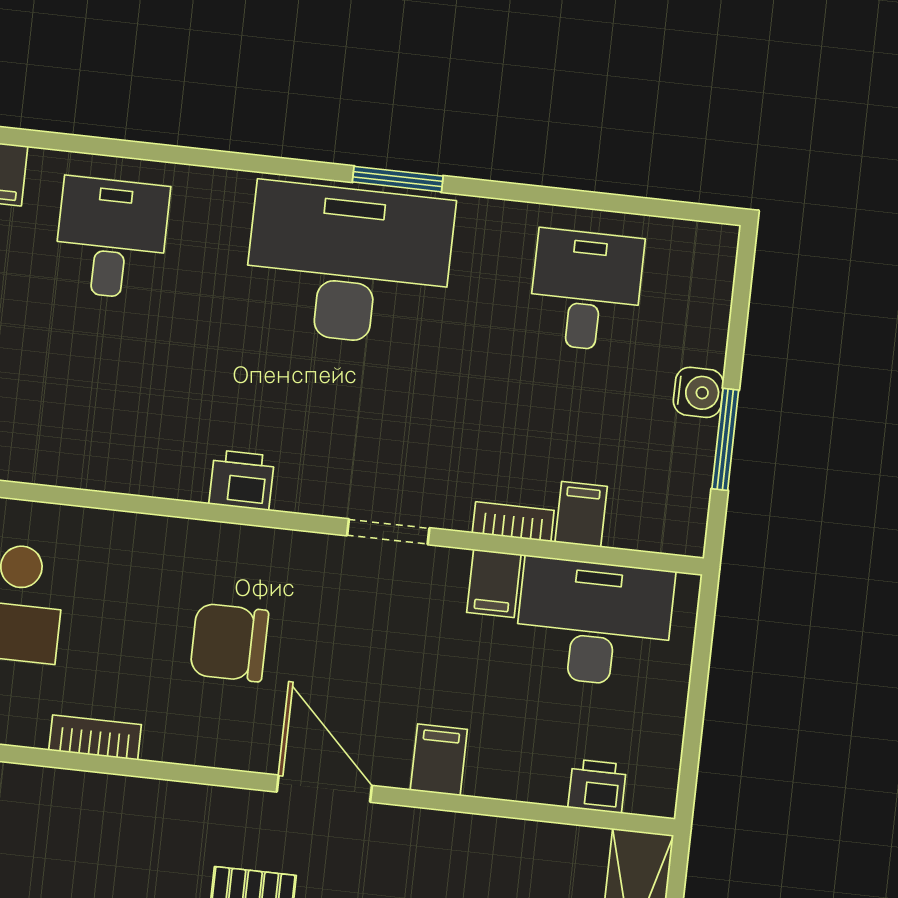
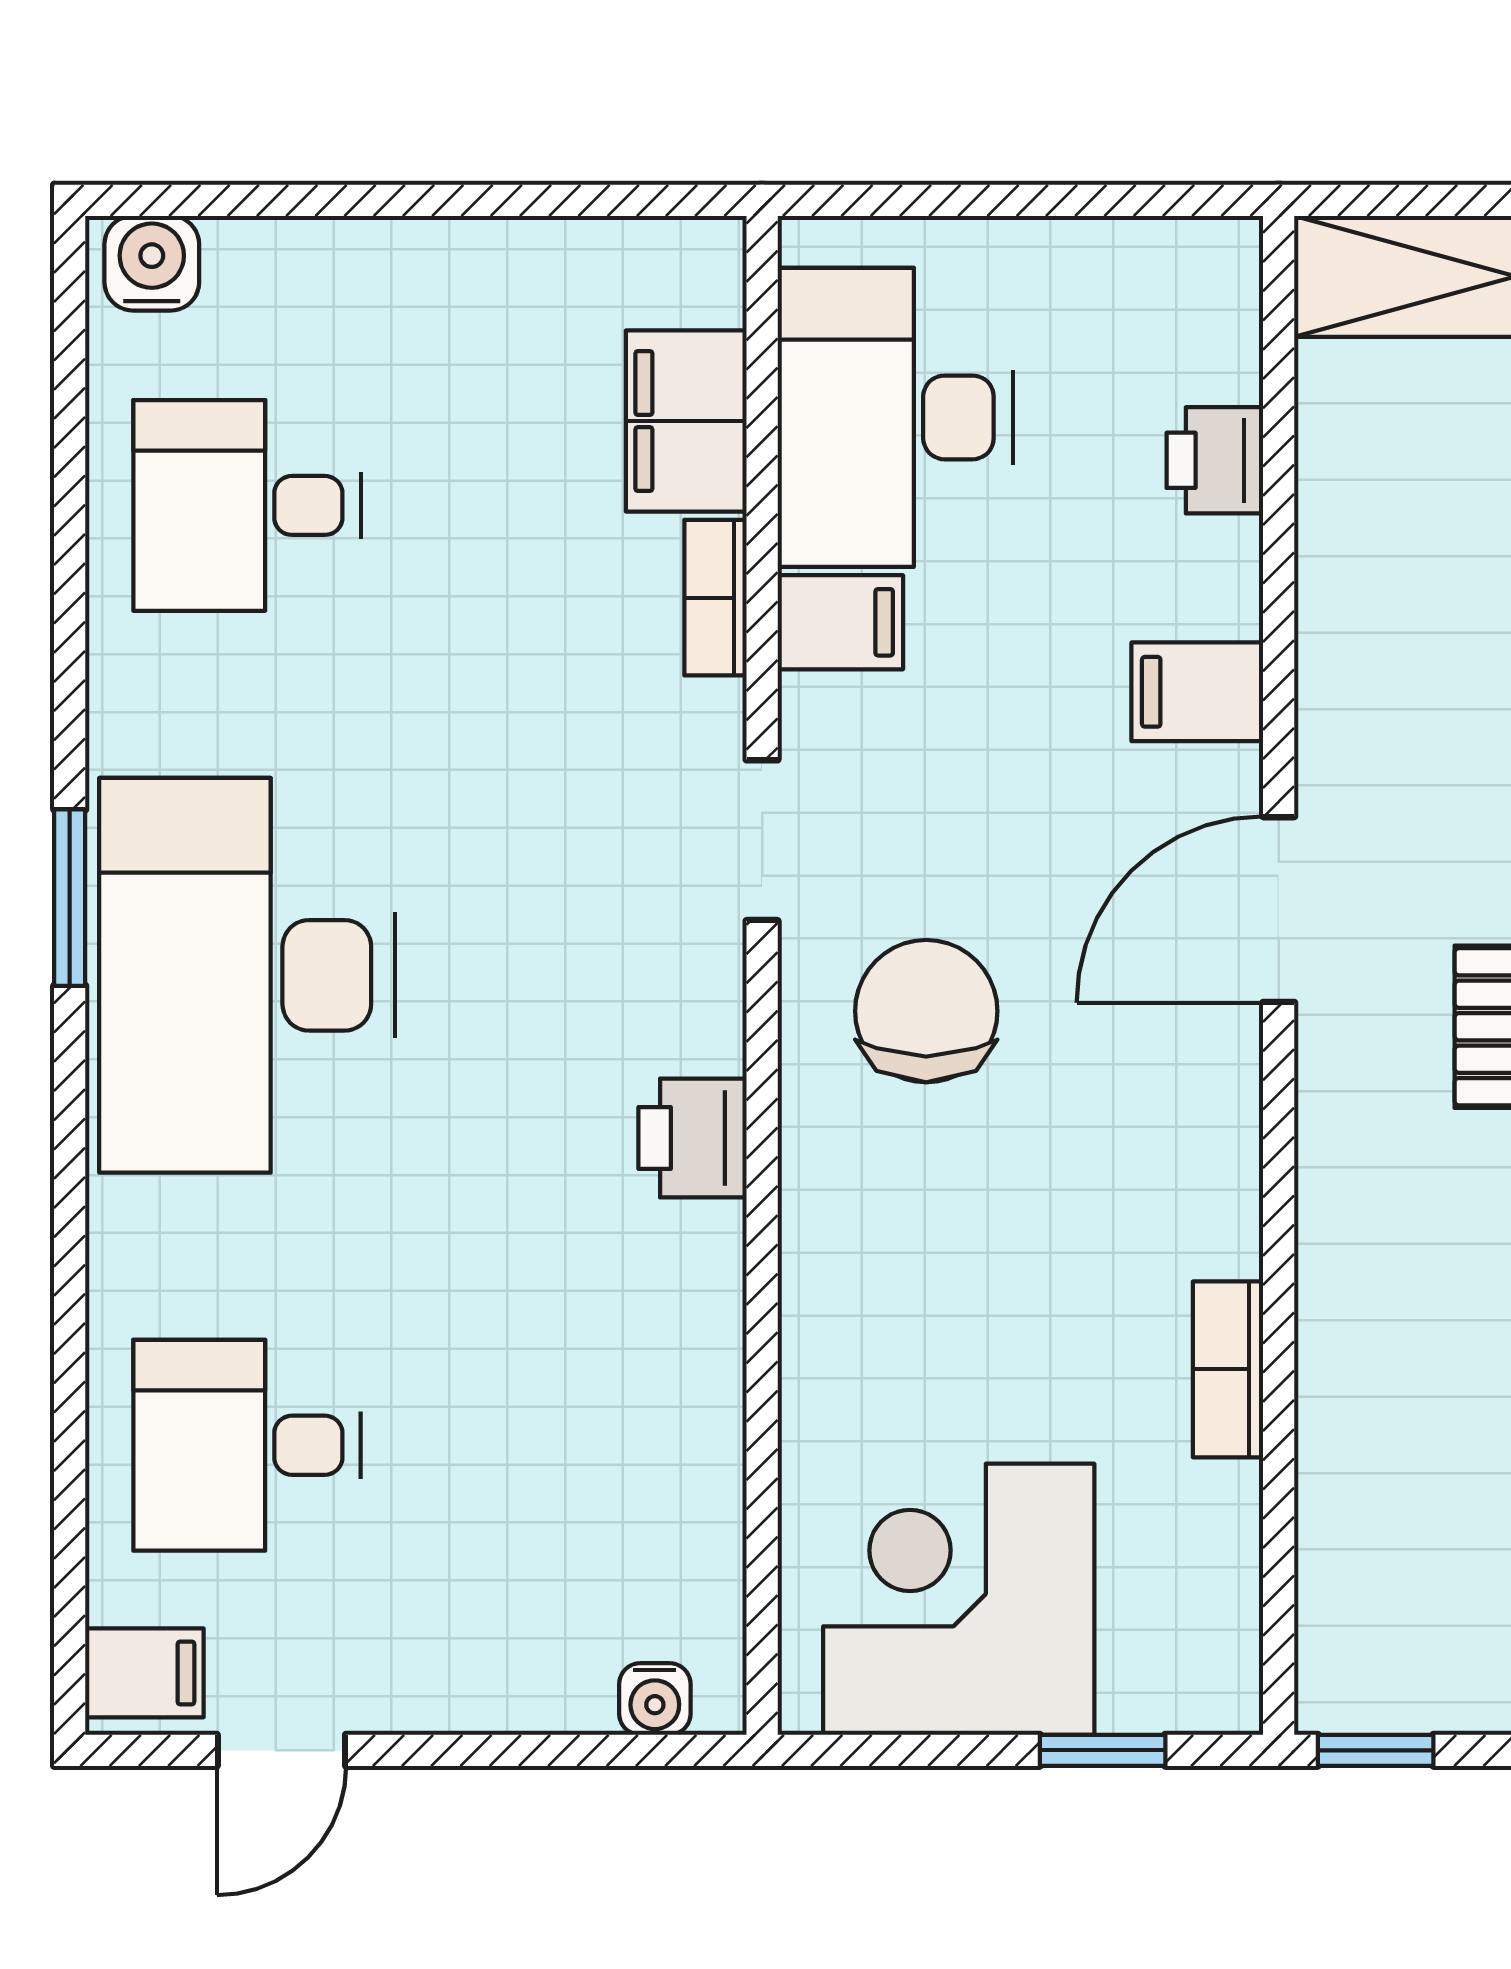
water cooler: (698, 392) -> (152, 263), moved
window: (725, 439) -> (508, 200), removed
filing cabinet: (581, 514) -> (686, 421), width x2.00
chair: (229, 642) -> (926, 1011), moved, turned 180
printer: (597, 786) -> (1215, 460), moved

